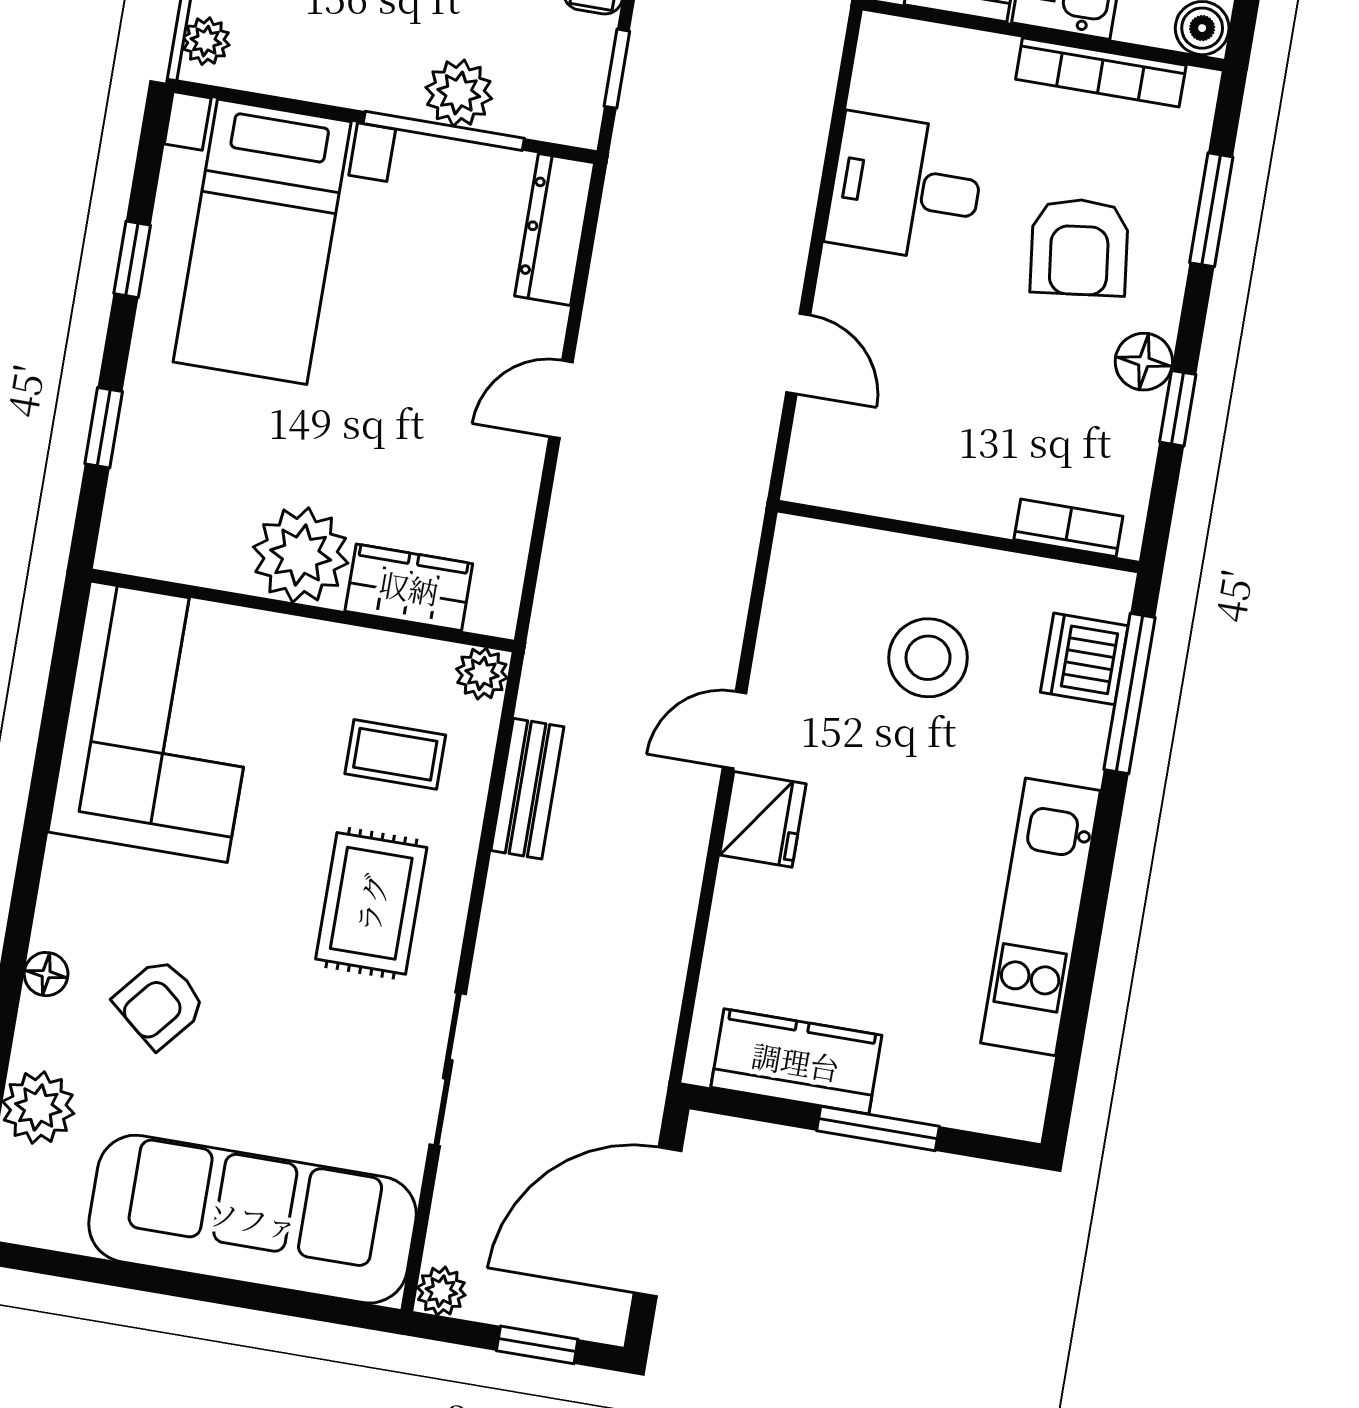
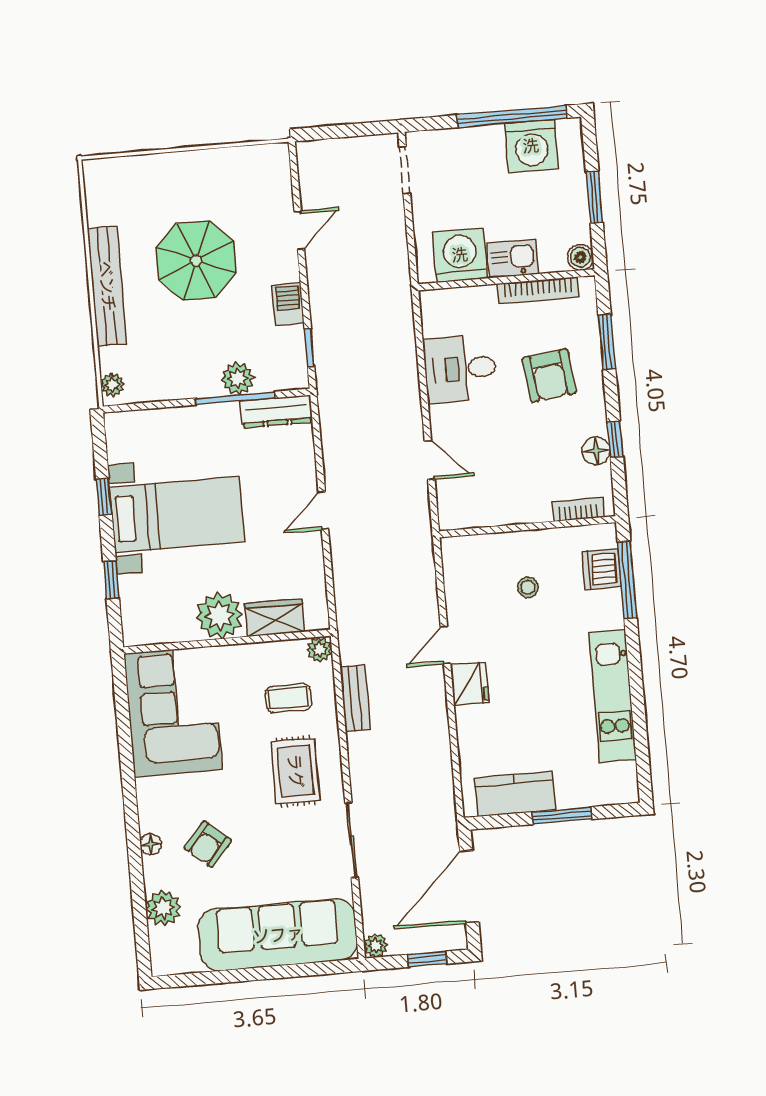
dresser: (555, 229) -> (276, 412), moved, turned -90
bed with nightstands: (262, 242) -> (177, 514), moved, turned -90
floor lamp: (1144, 362) -> (596, 451), moved
stool: (928, 658) -> (528, 588), width x0.53, depth x0.53

